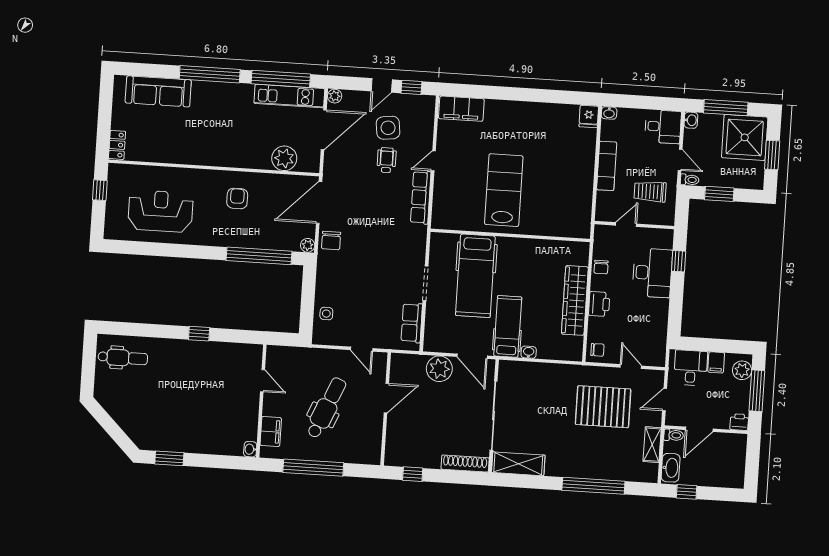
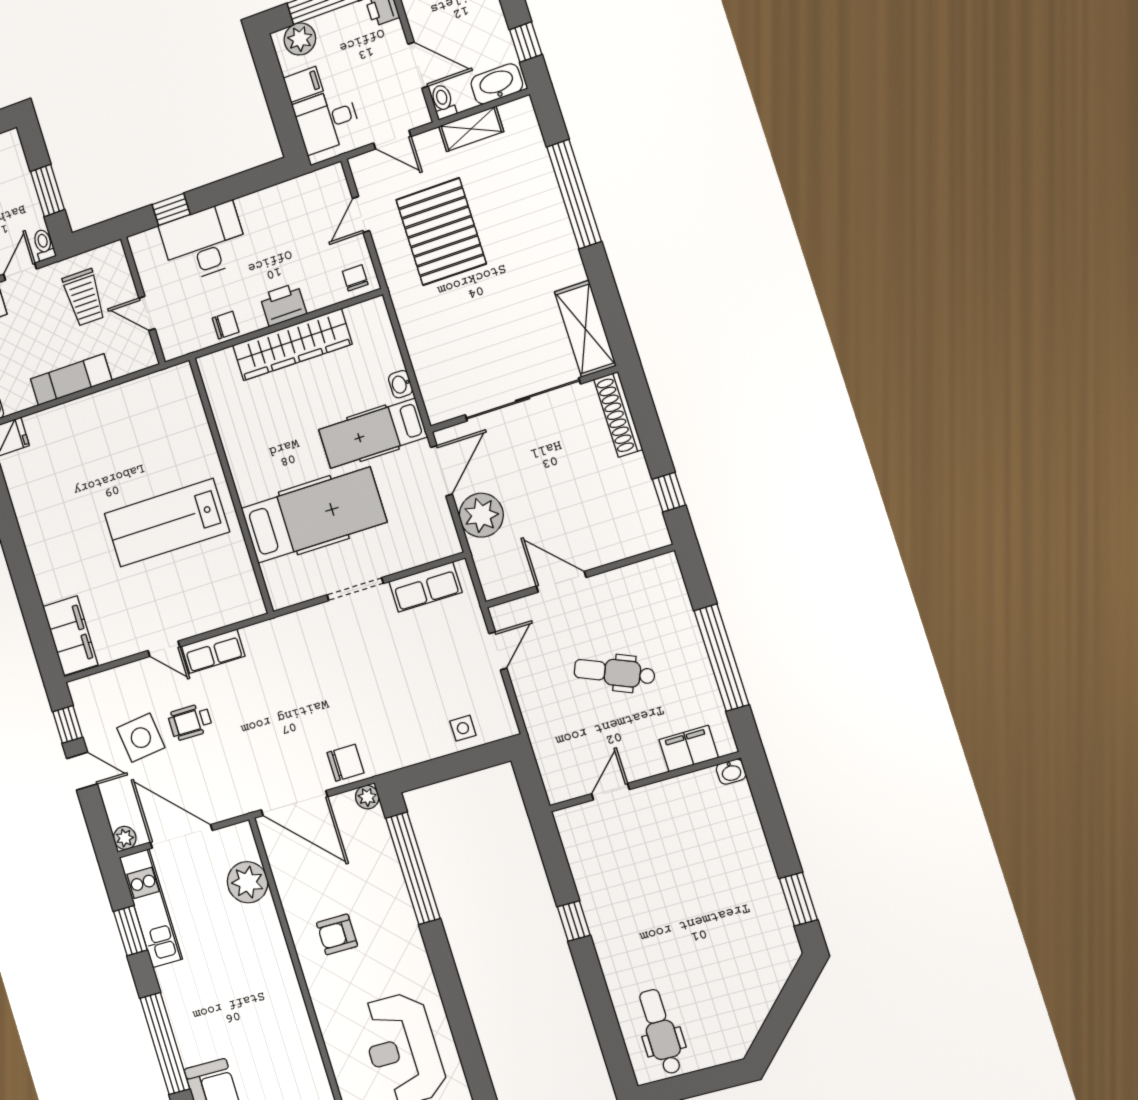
window: (281, 79) -> (130, 931), width x0.47
row of seats: (421, 197) -> (213, 651), width x0.68
dental chair: (326, 408) -> (614, 672), width x0.73, depth x0.72

